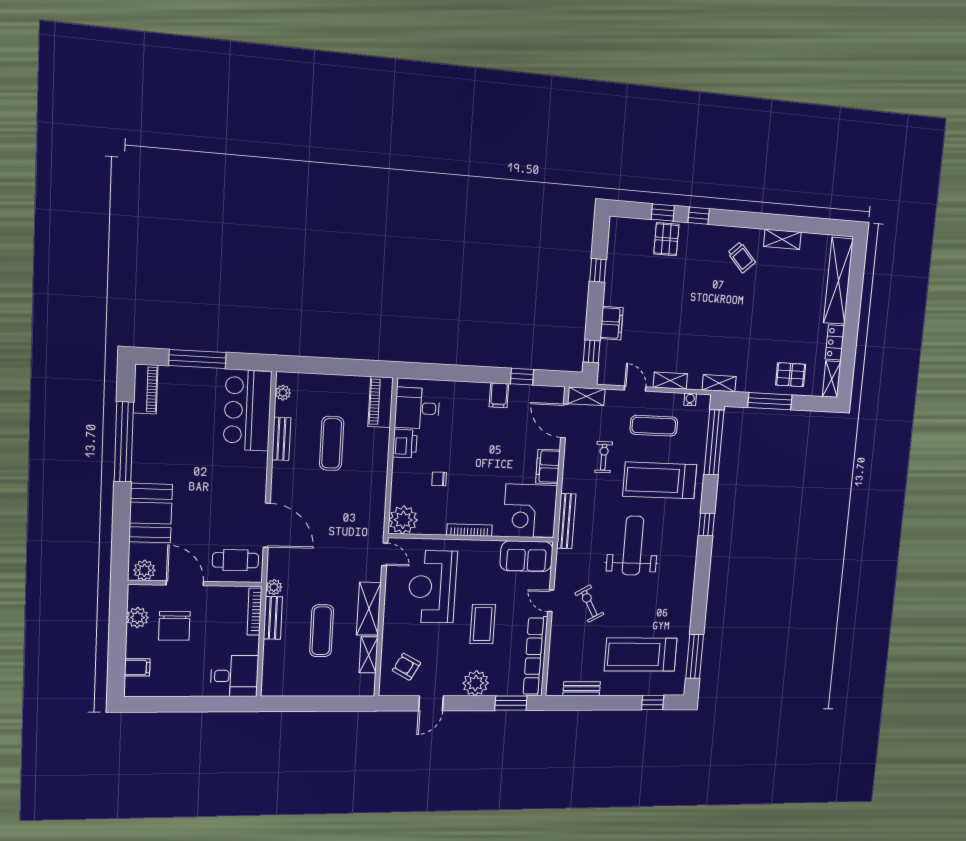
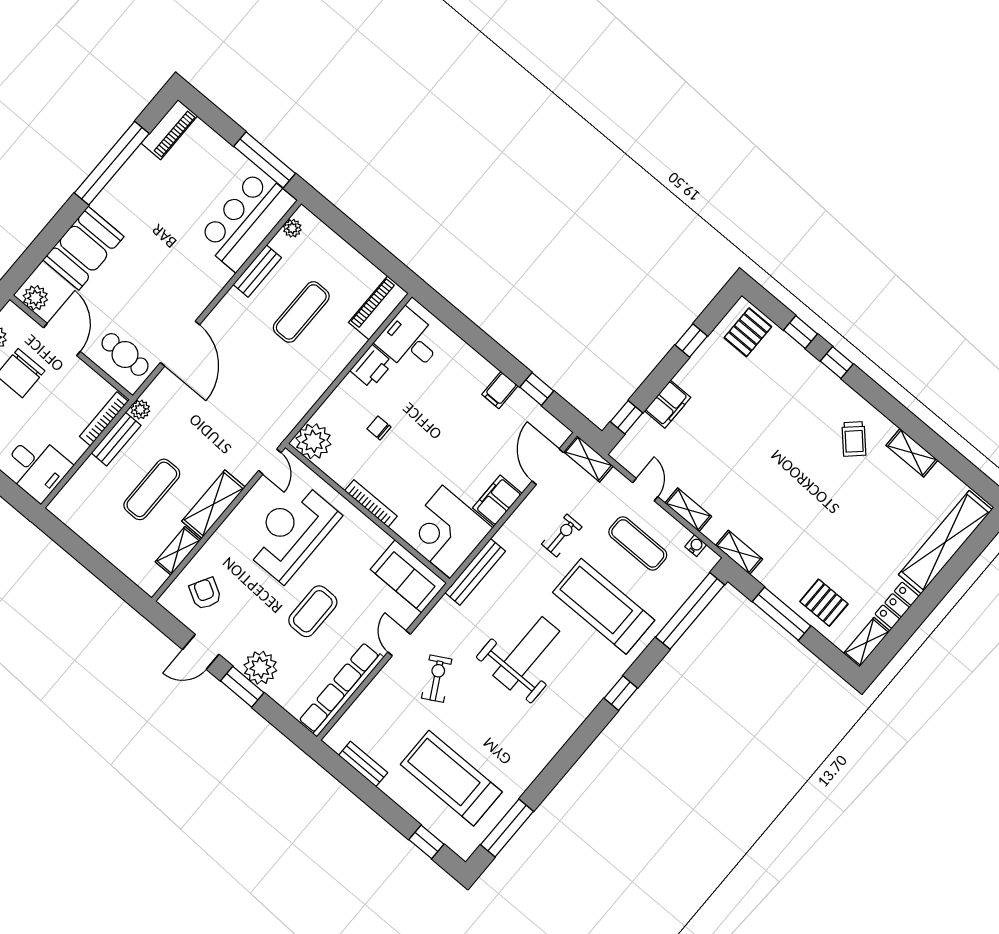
pallet: (666, 239) -> (748, 332), moved
window: (197, 359) -> (265, 160), moved
window: (511, 703) -> (242, 687), moved

